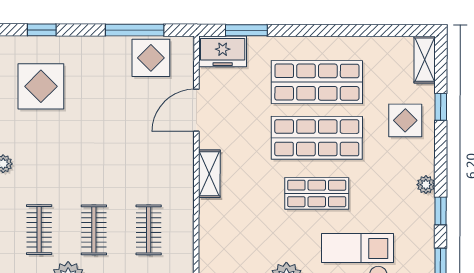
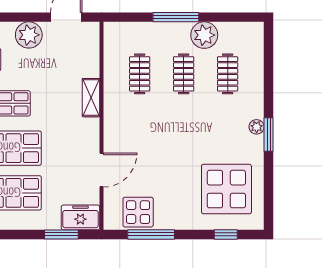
display table: (41, 86) -> (226, 189), width x1.36, depth x1.36
shelving: (209, 174) -> (91, 98), moved

